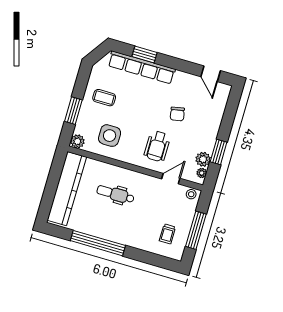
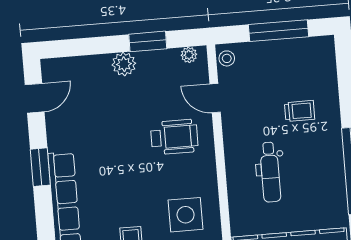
window: (145, 54) -> (40, 167), moved
chair: (177, 114) -> (114, 125), removed
plant: (203, 159) -> (124, 64), moved
trolley: (167, 234) -> (300, 111), moved

